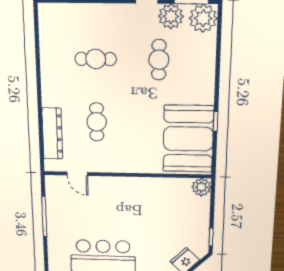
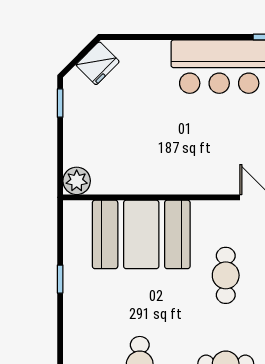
booth: (188, 139) -> (141, 234), moved, turned 90

